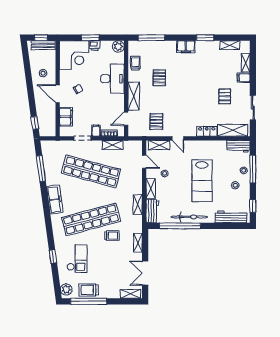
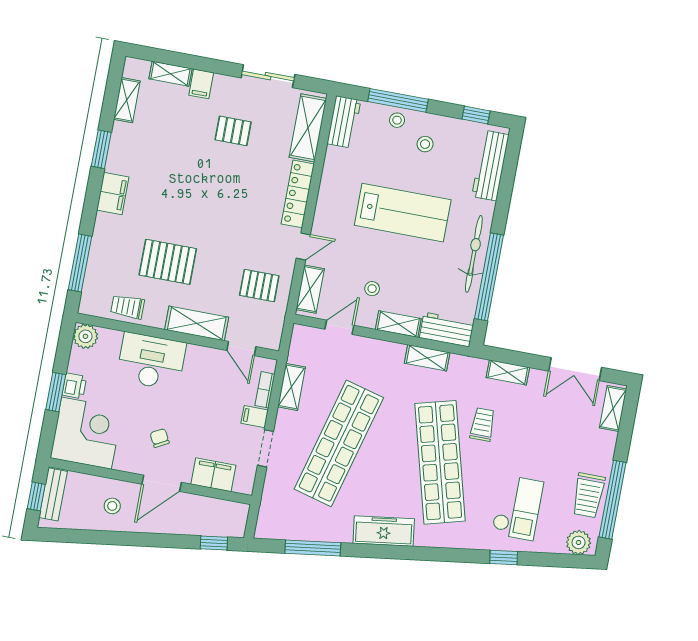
pallet: (159, 78) -> (168, 262), width x1.50, depth x1.42
locker: (207, 131) -> (298, 194), width x1.53
checkout: (77, 259) -> (518, 508), turned 90

